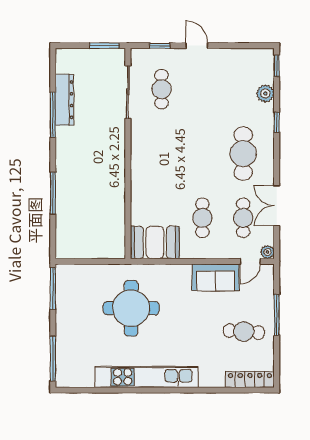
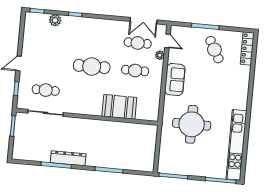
dresser: (64, 100) -> (68, 158), moved
cafe table: (243, 154) -> (92, 67), moved
double door: (277, 206) -> (144, 21), moved
booth: (155, 242) -> (119, 107), moved, turned 90
plant: (267, 252) -> (160, 55), moved
sofa: (216, 277) -> (175, 79), moved
cafe table: (244, 332) -> (214, 50), turned -33
kitchen unit: (146, 377) -> (236, 145), moved

